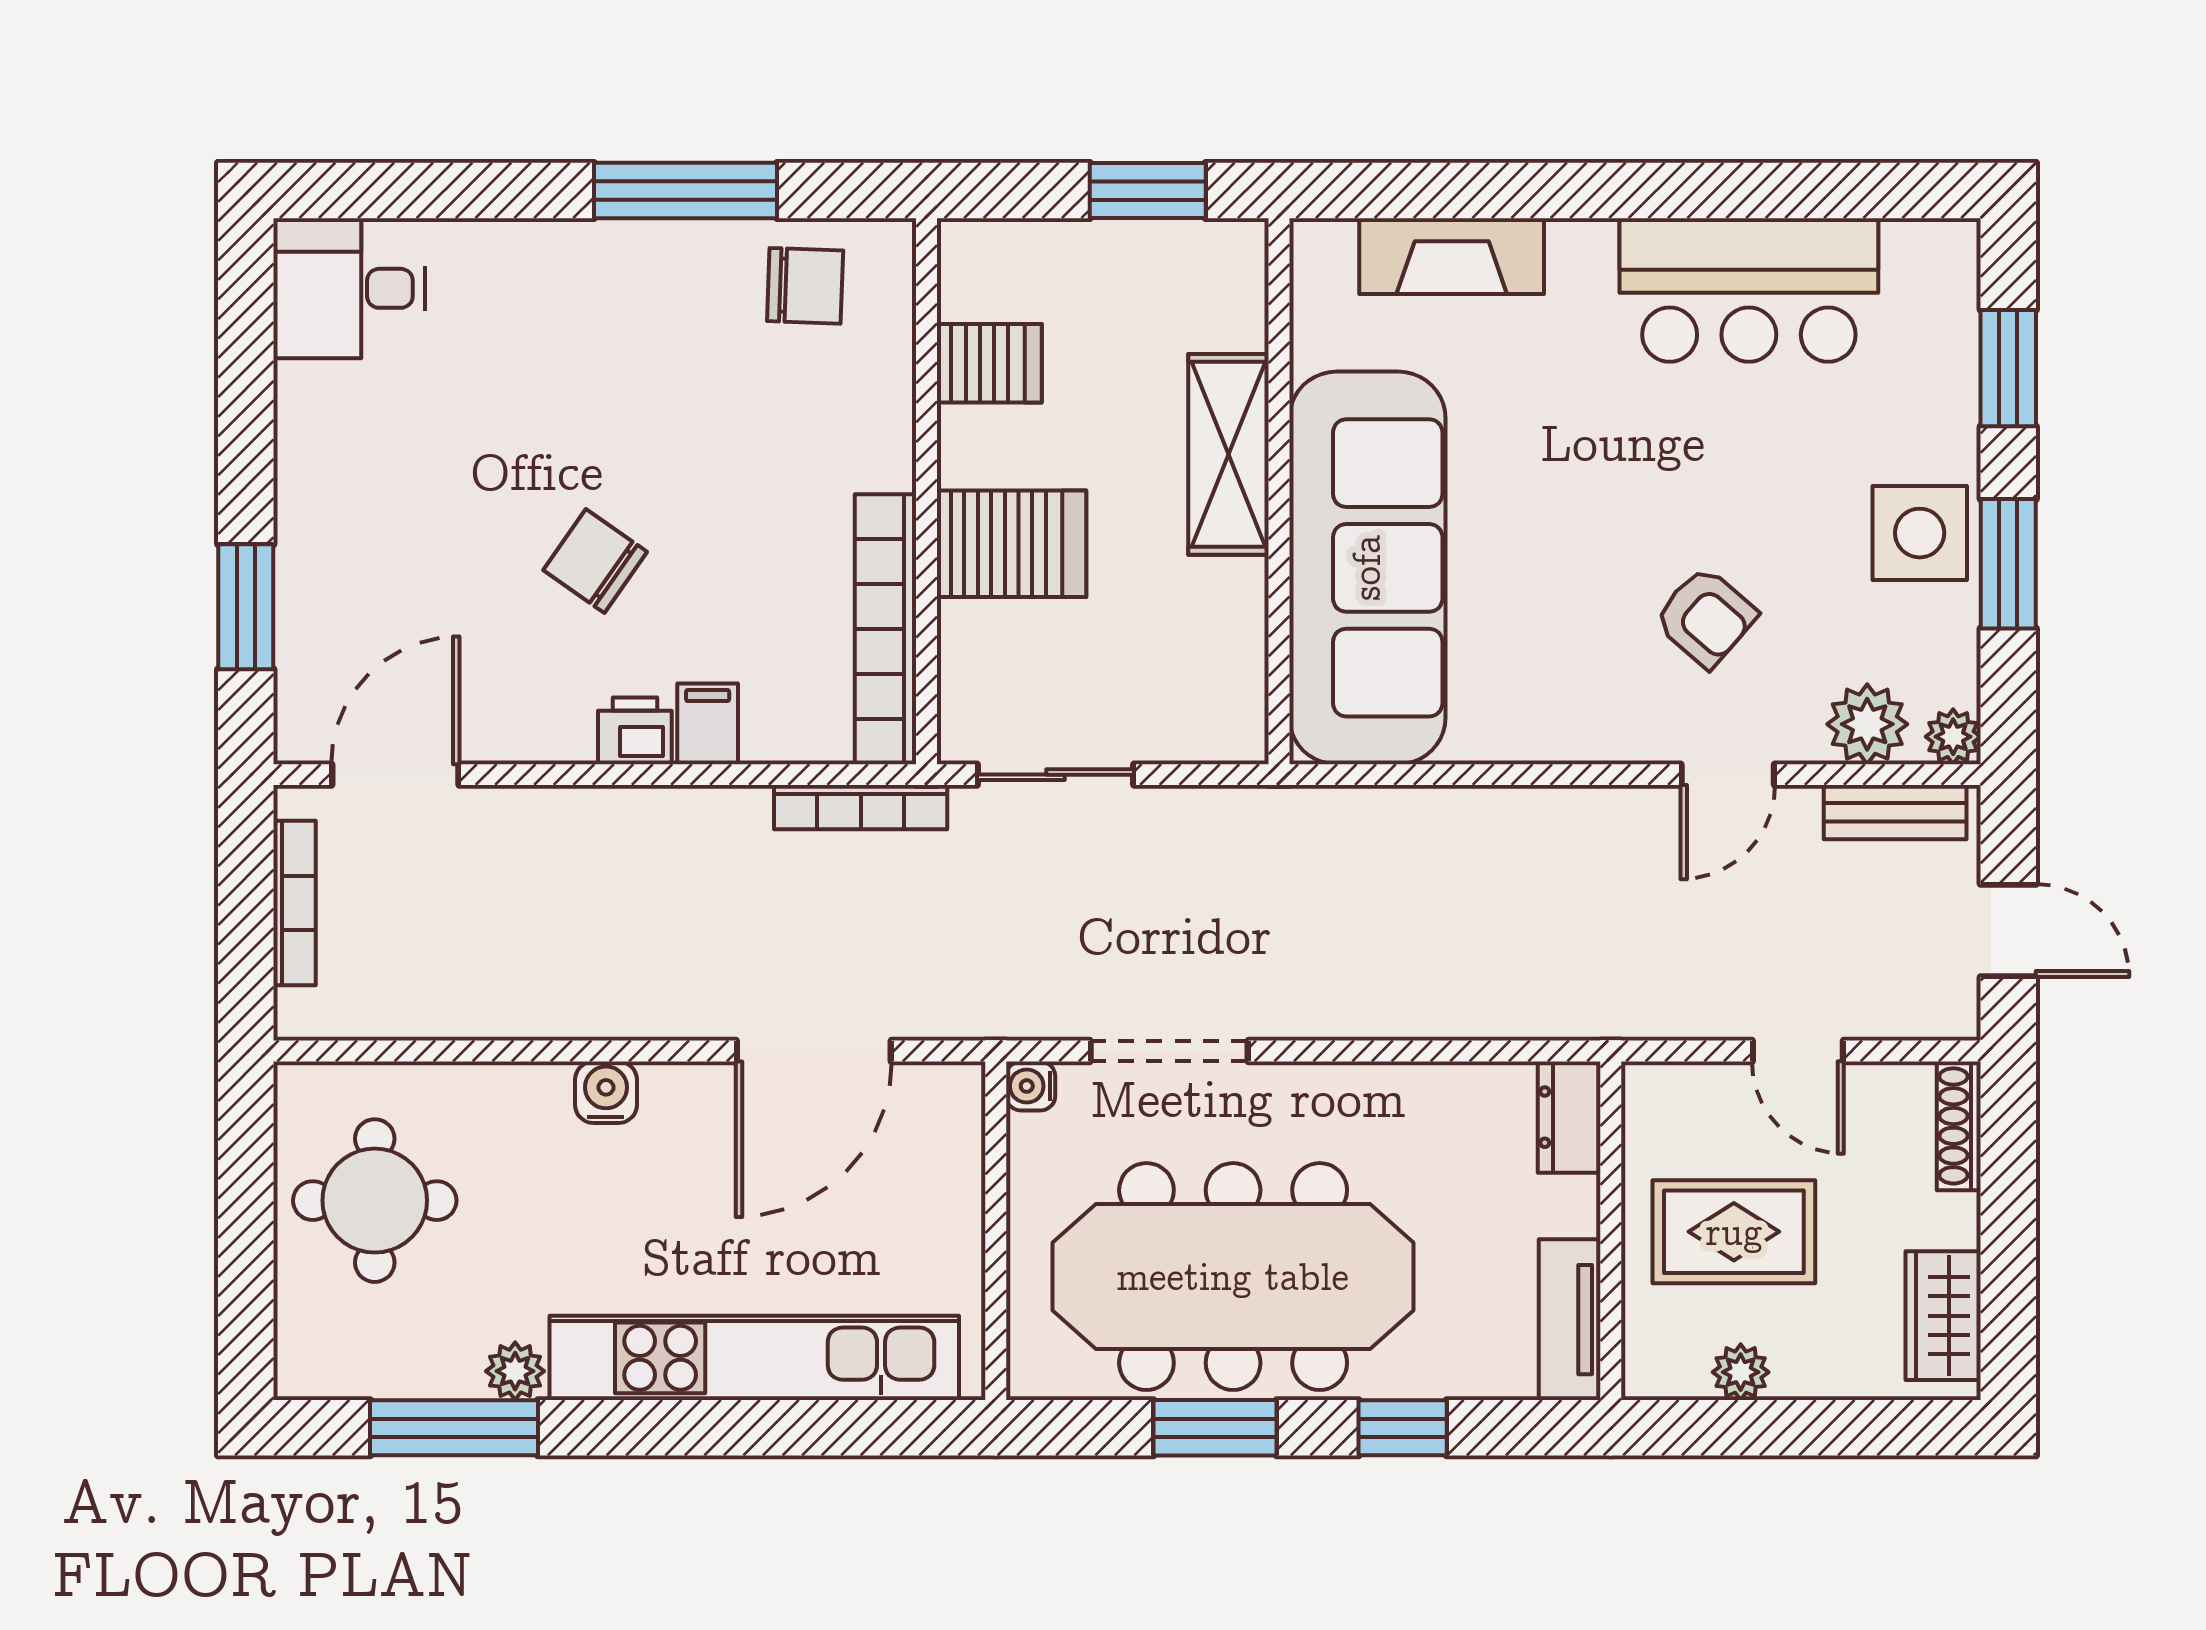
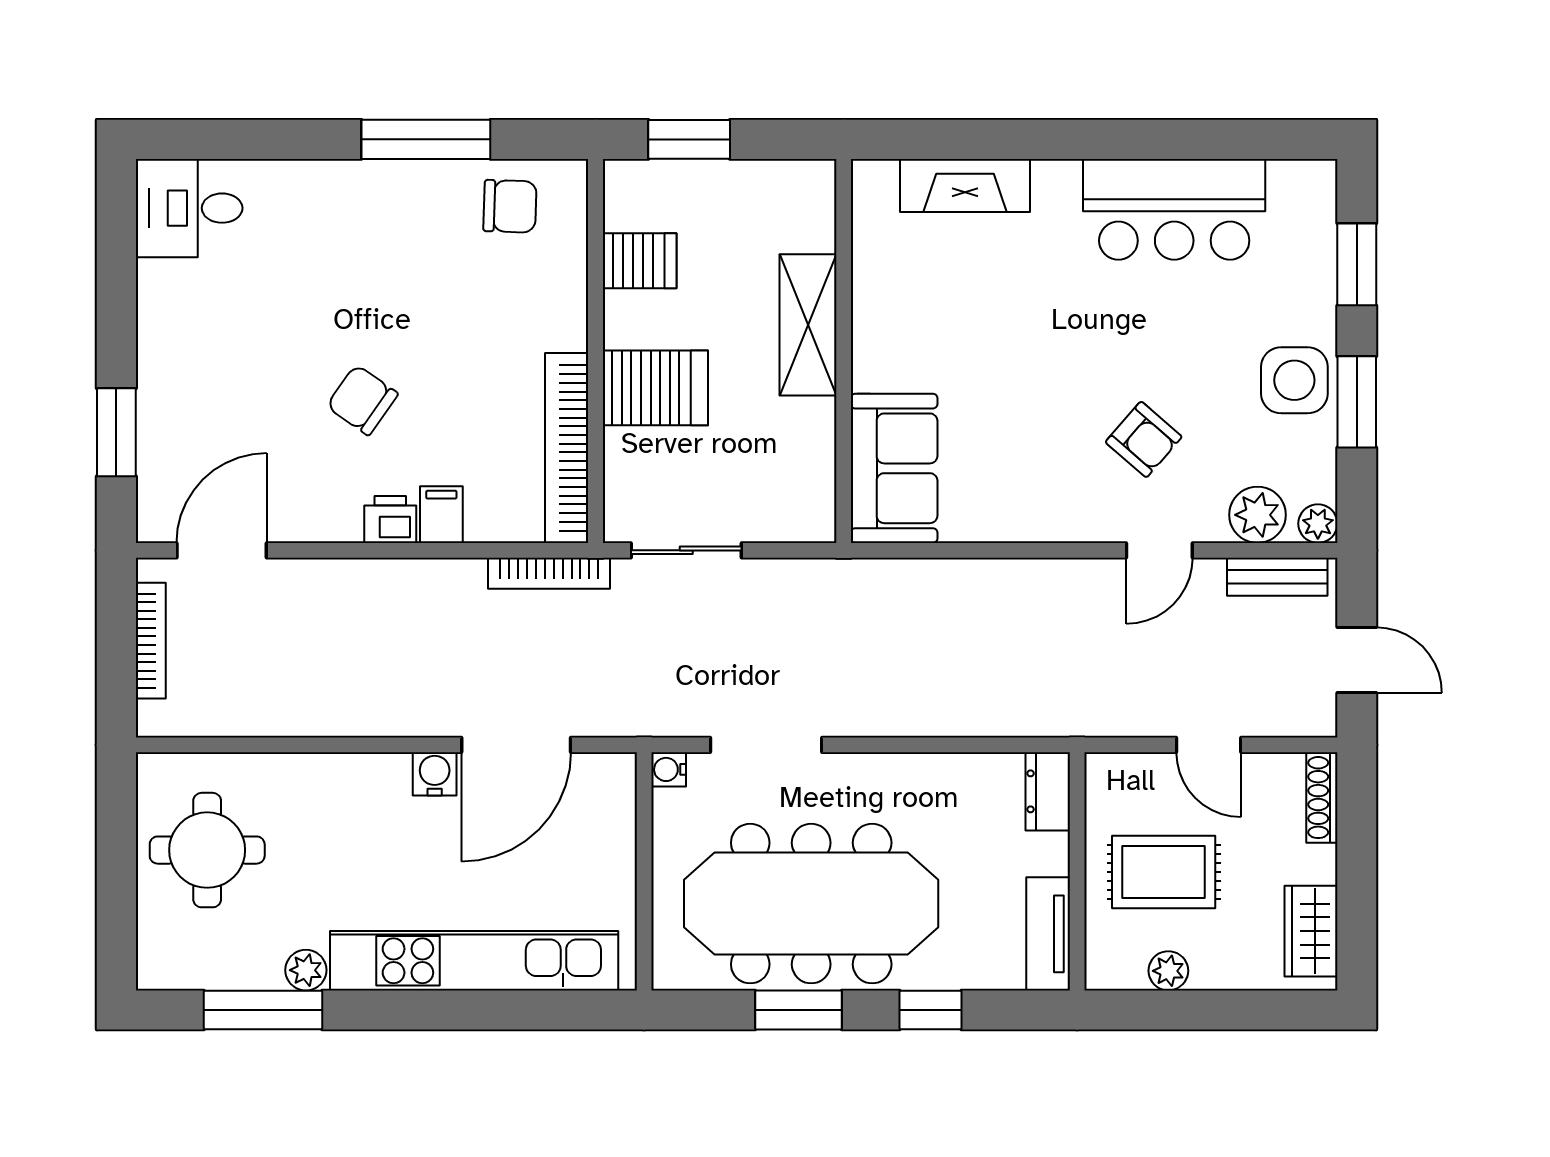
window: (1148, 191) -> (689, 139), moved
sofa: (1367, 568) -> (894, 468), width x0.54, depth x0.79
water cooler: (606, 1092) -> (435, 774), moved

